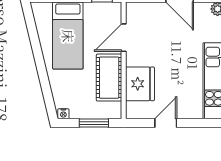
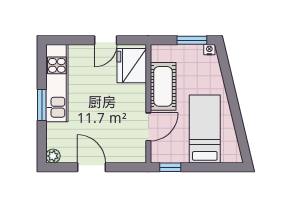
fridge: (140, 84) -> (132, 66), moved
window: (94, 123) -> (192, 40), moved

